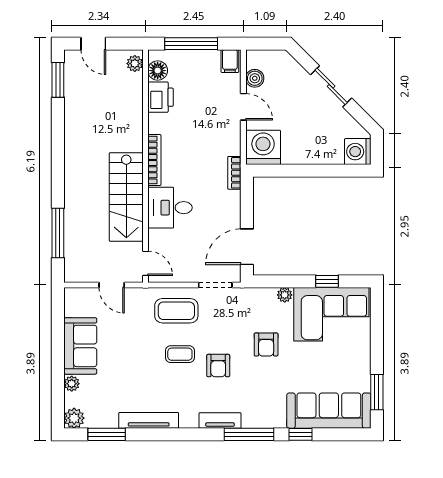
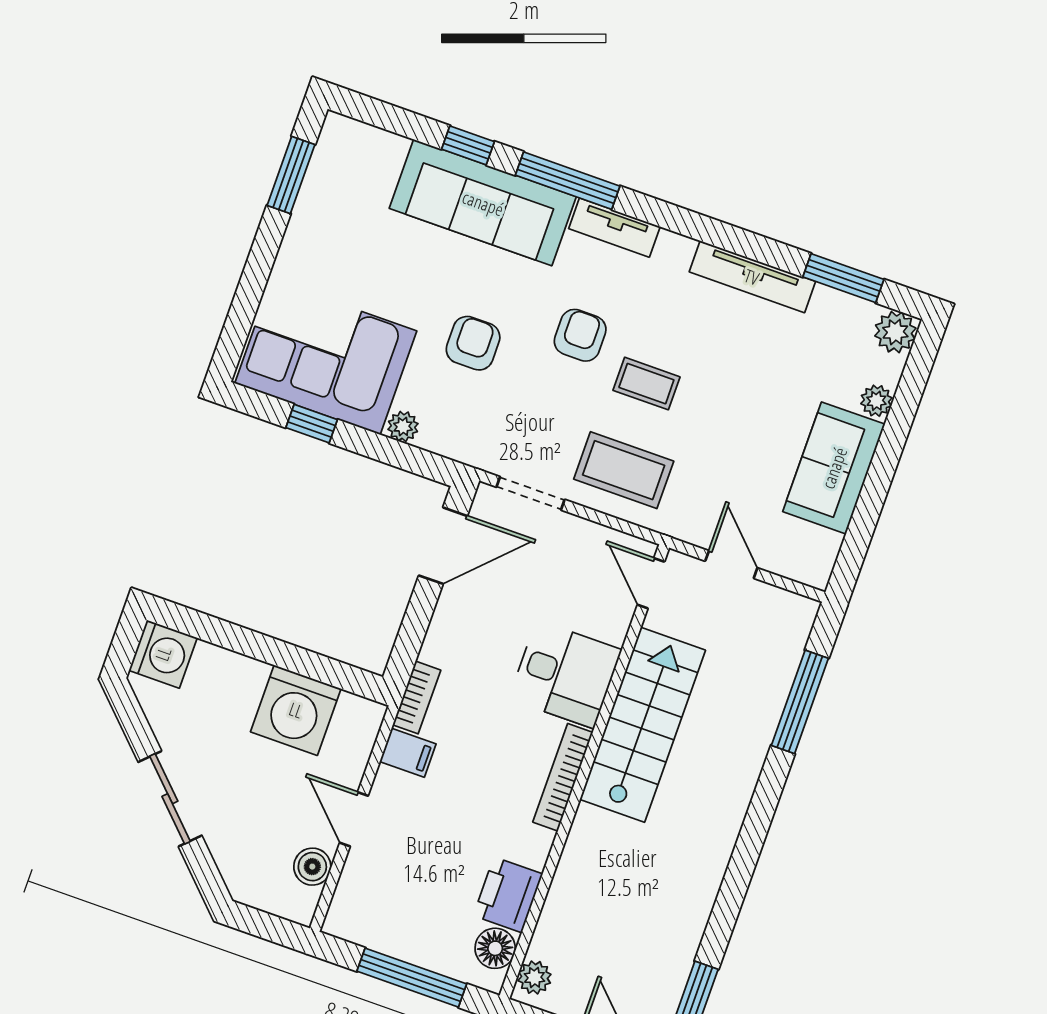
filing cabinet: (230, 61) -> (408, 753), moved, turned 90
washing machine: (263, 147) -> (296, 710), moved
sofa: (329, 411) -> (483, 203), moved

